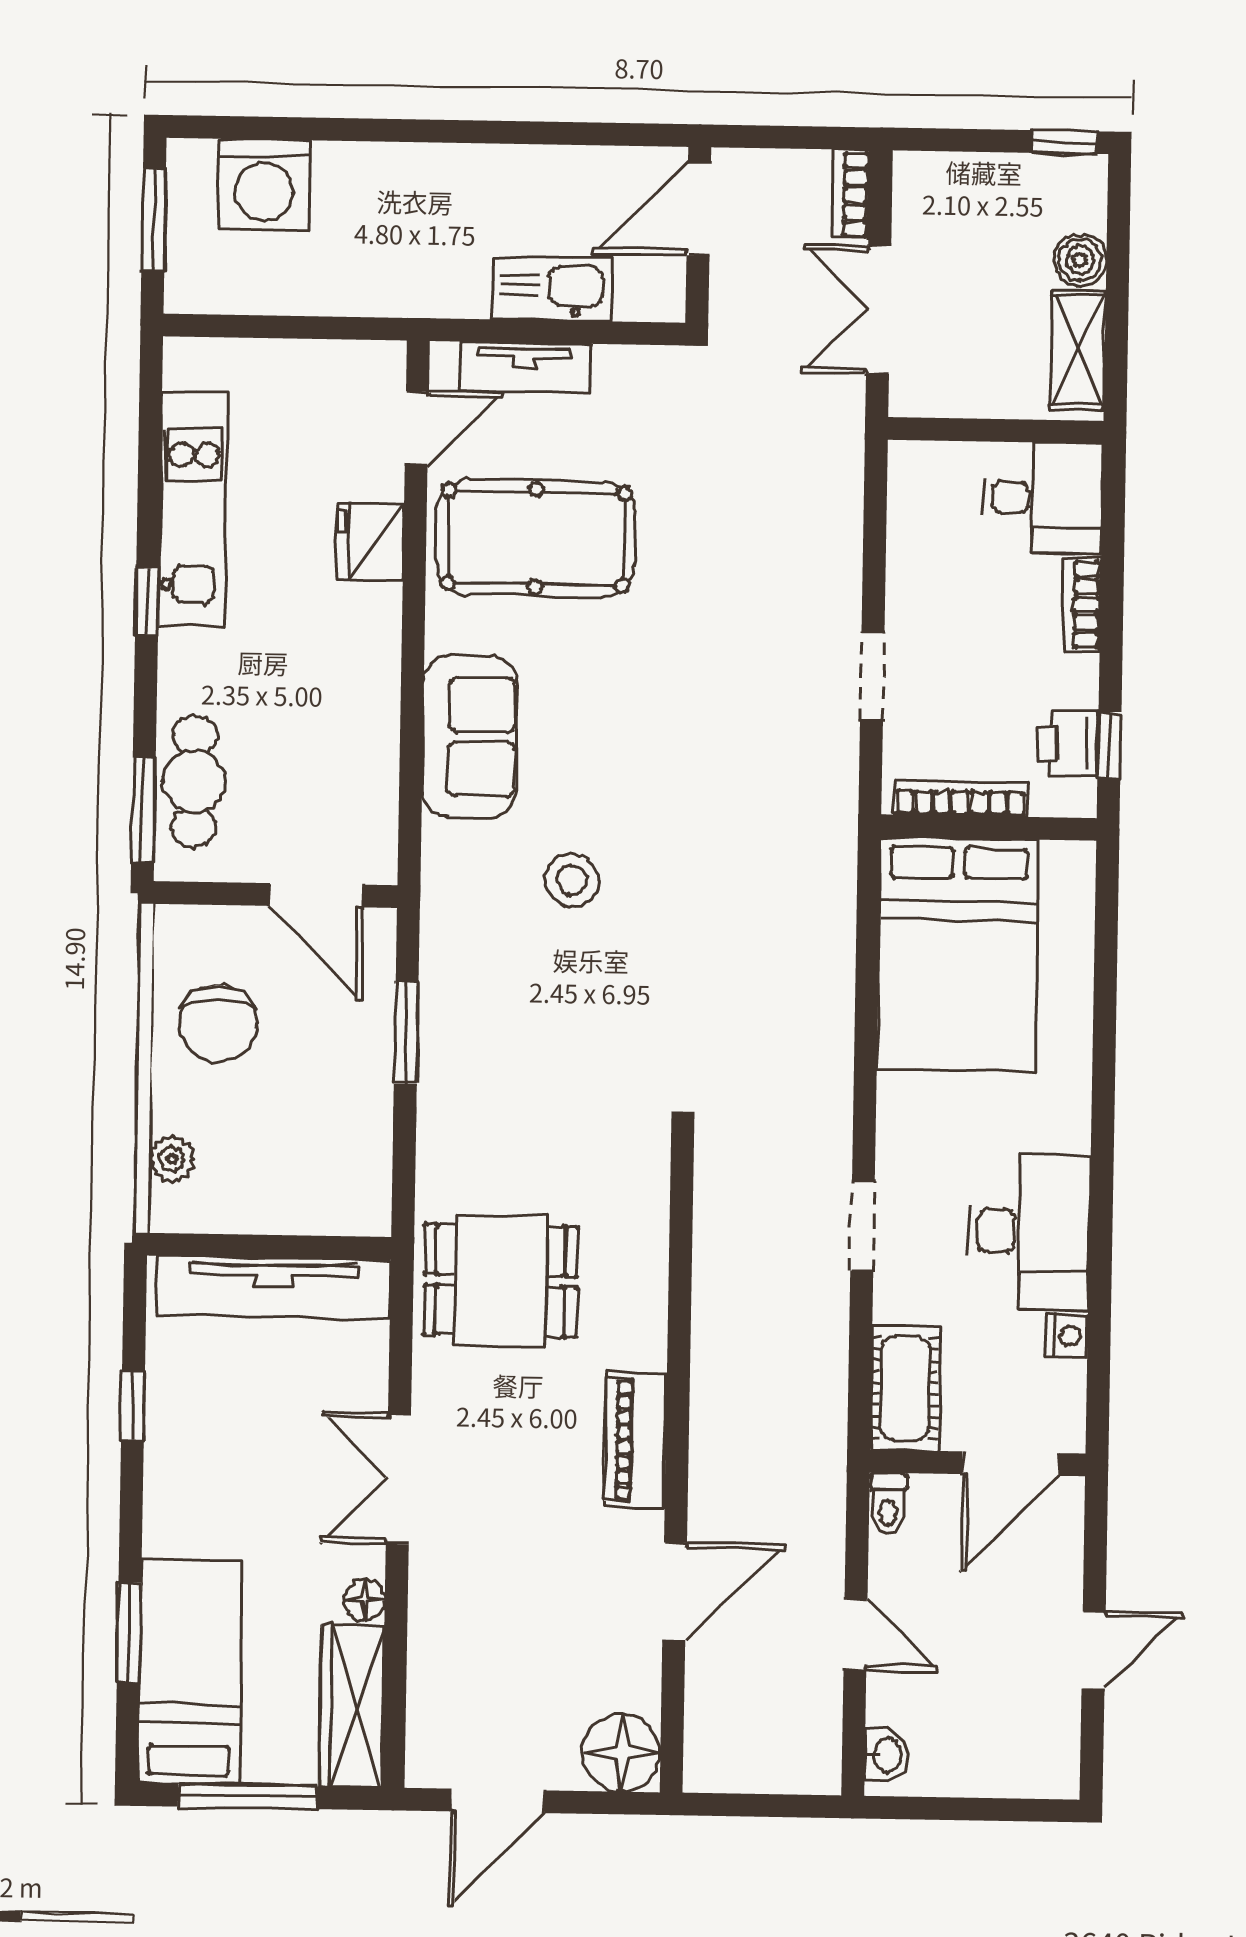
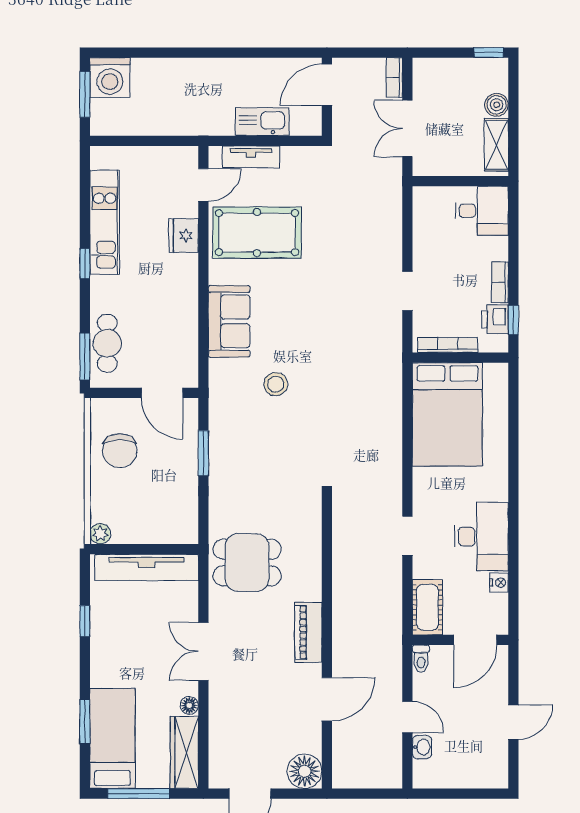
washing machine: (264, 184) -> (110, 78), moved
bookcase: (1082, 605) -> (500, 282), moved
plant: (172, 1159) -> (100, 534), moved
washbasin: (886, 1755) -> (422, 747), moved

